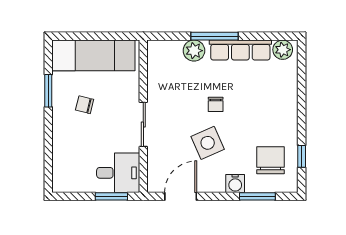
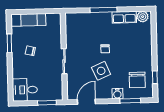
row of seats: (240, 50) -> (124, 17), width x0.68
plant: (194, 51) -> (92, 18), removed
exam couch: (93, 55) -> (28, 20), width x0.73, depth x0.69
chair: (271, 160) -> (137, 80), turned 180
desk: (118, 173) -> (25, 90), moved, turned 180

